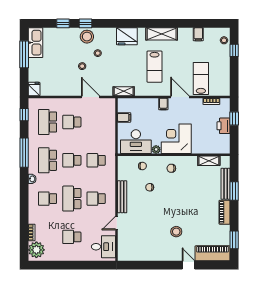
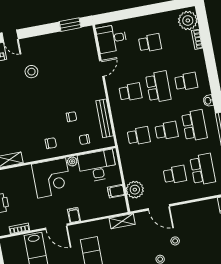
plant: (108, 116) -> (135, 190), added
bench: (122, 197) -> (105, 118), moved
window: (136, 265) -> (70, 25), added

